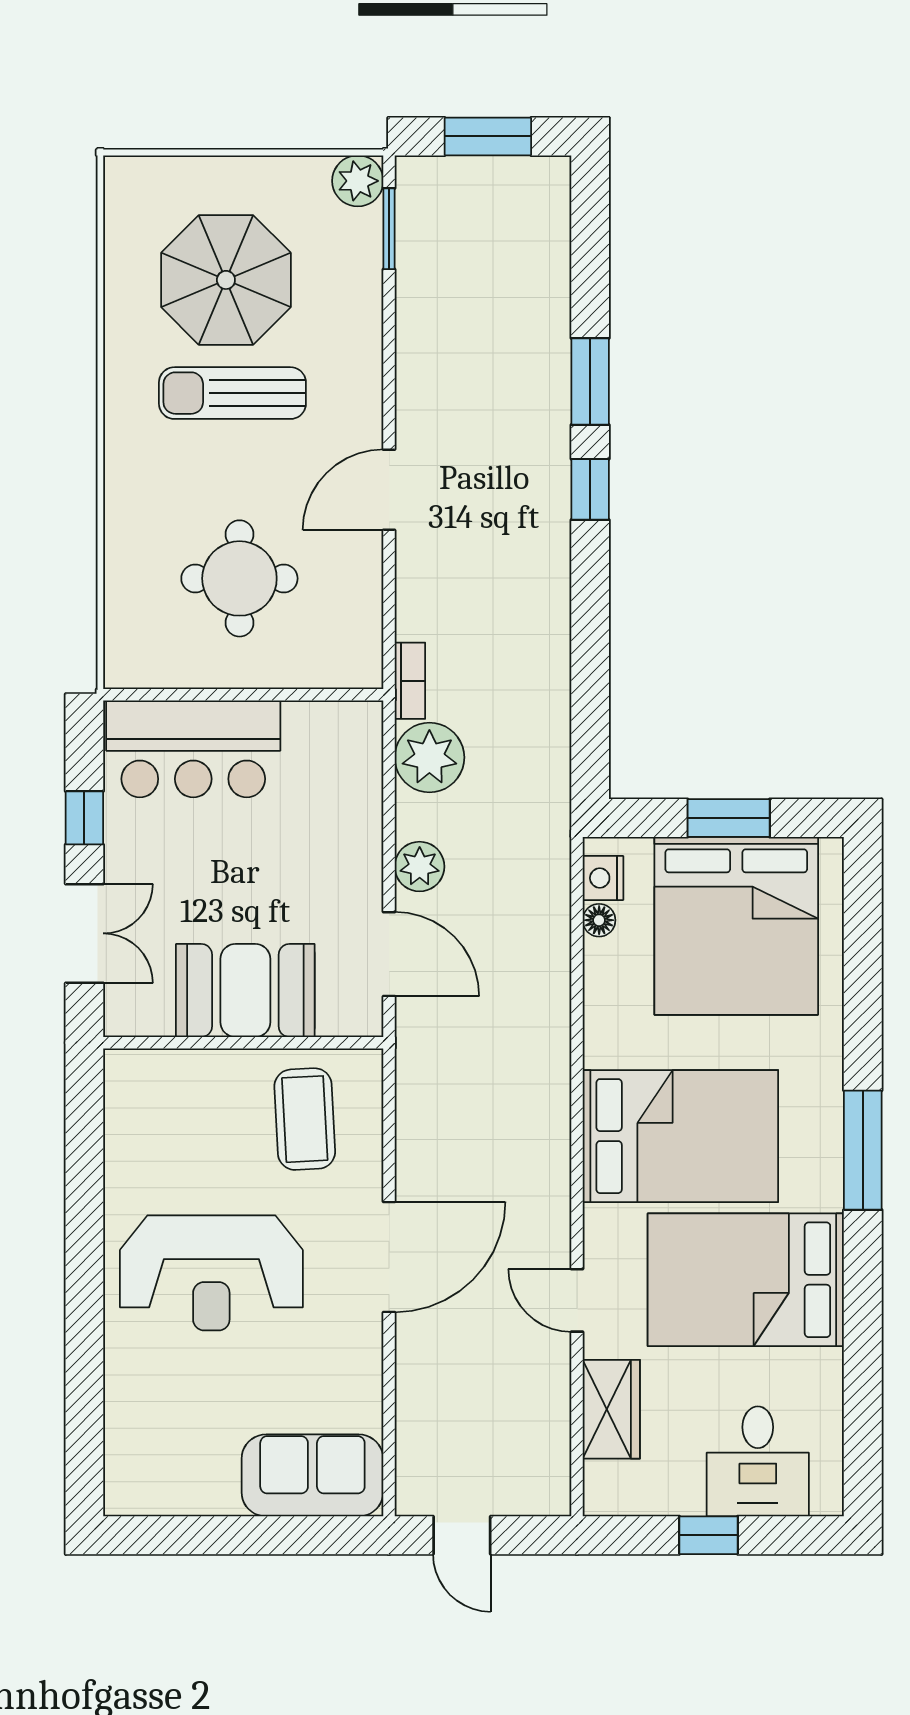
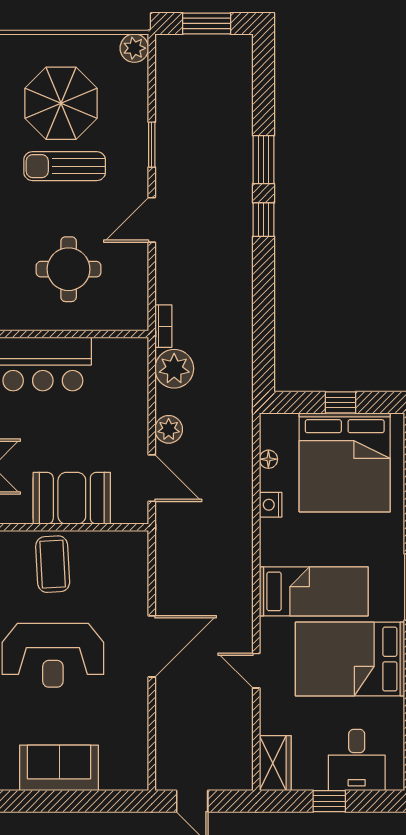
window: (389, 229) -> (152, 145), moved
window: (729, 818) -> (340, 402), width x0.67
nightstand: (603, 878) -> (271, 505), moved
coffee table: (305, 1119) -> (53, 564), moved
bed: (680, 1136) -> (314, 591), width x0.67
wardrobe: (611, 1409) -> (275, 763), moved
sofa: (312, 1475) -> (59, 768), moved

